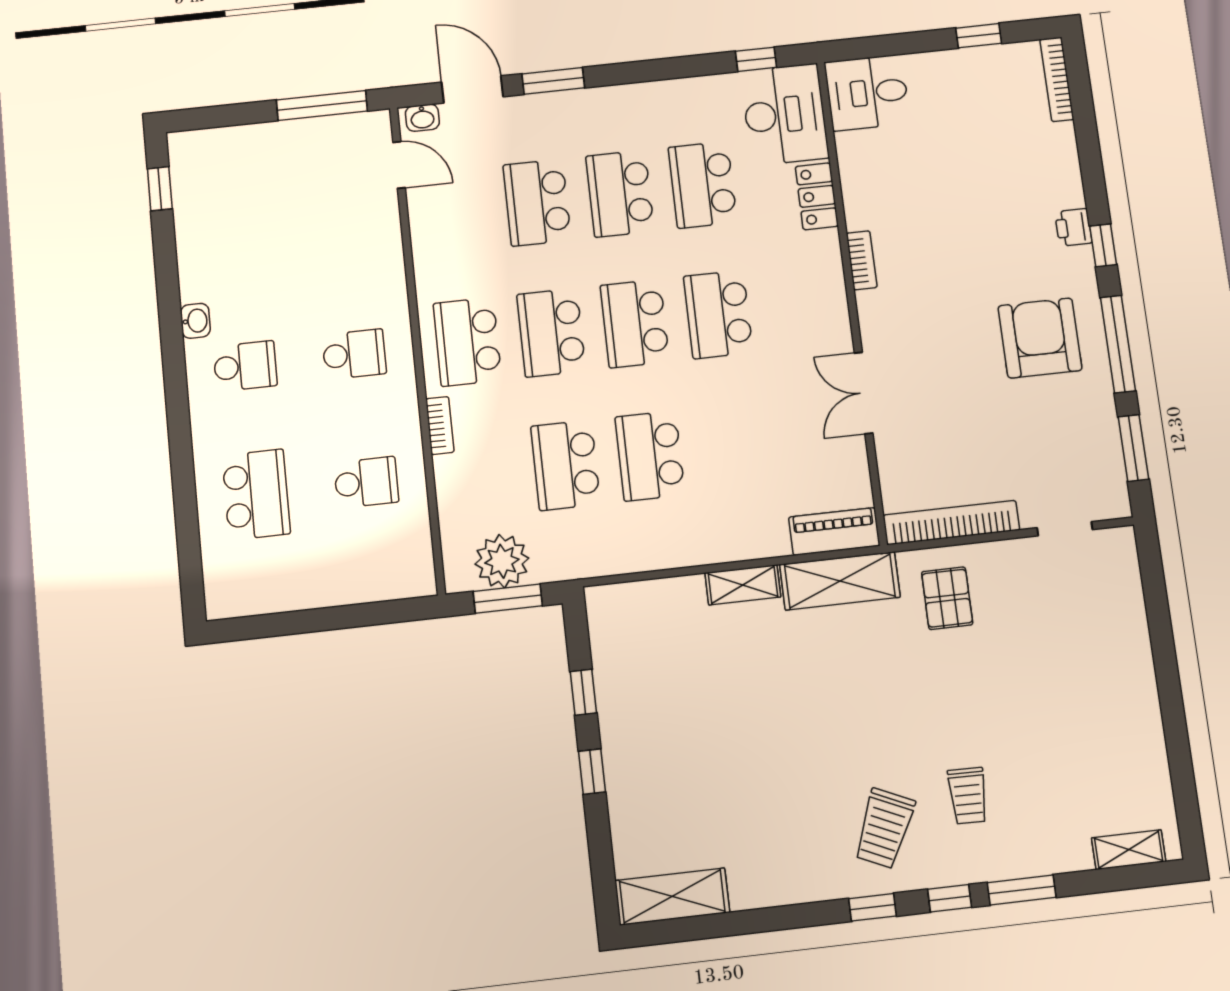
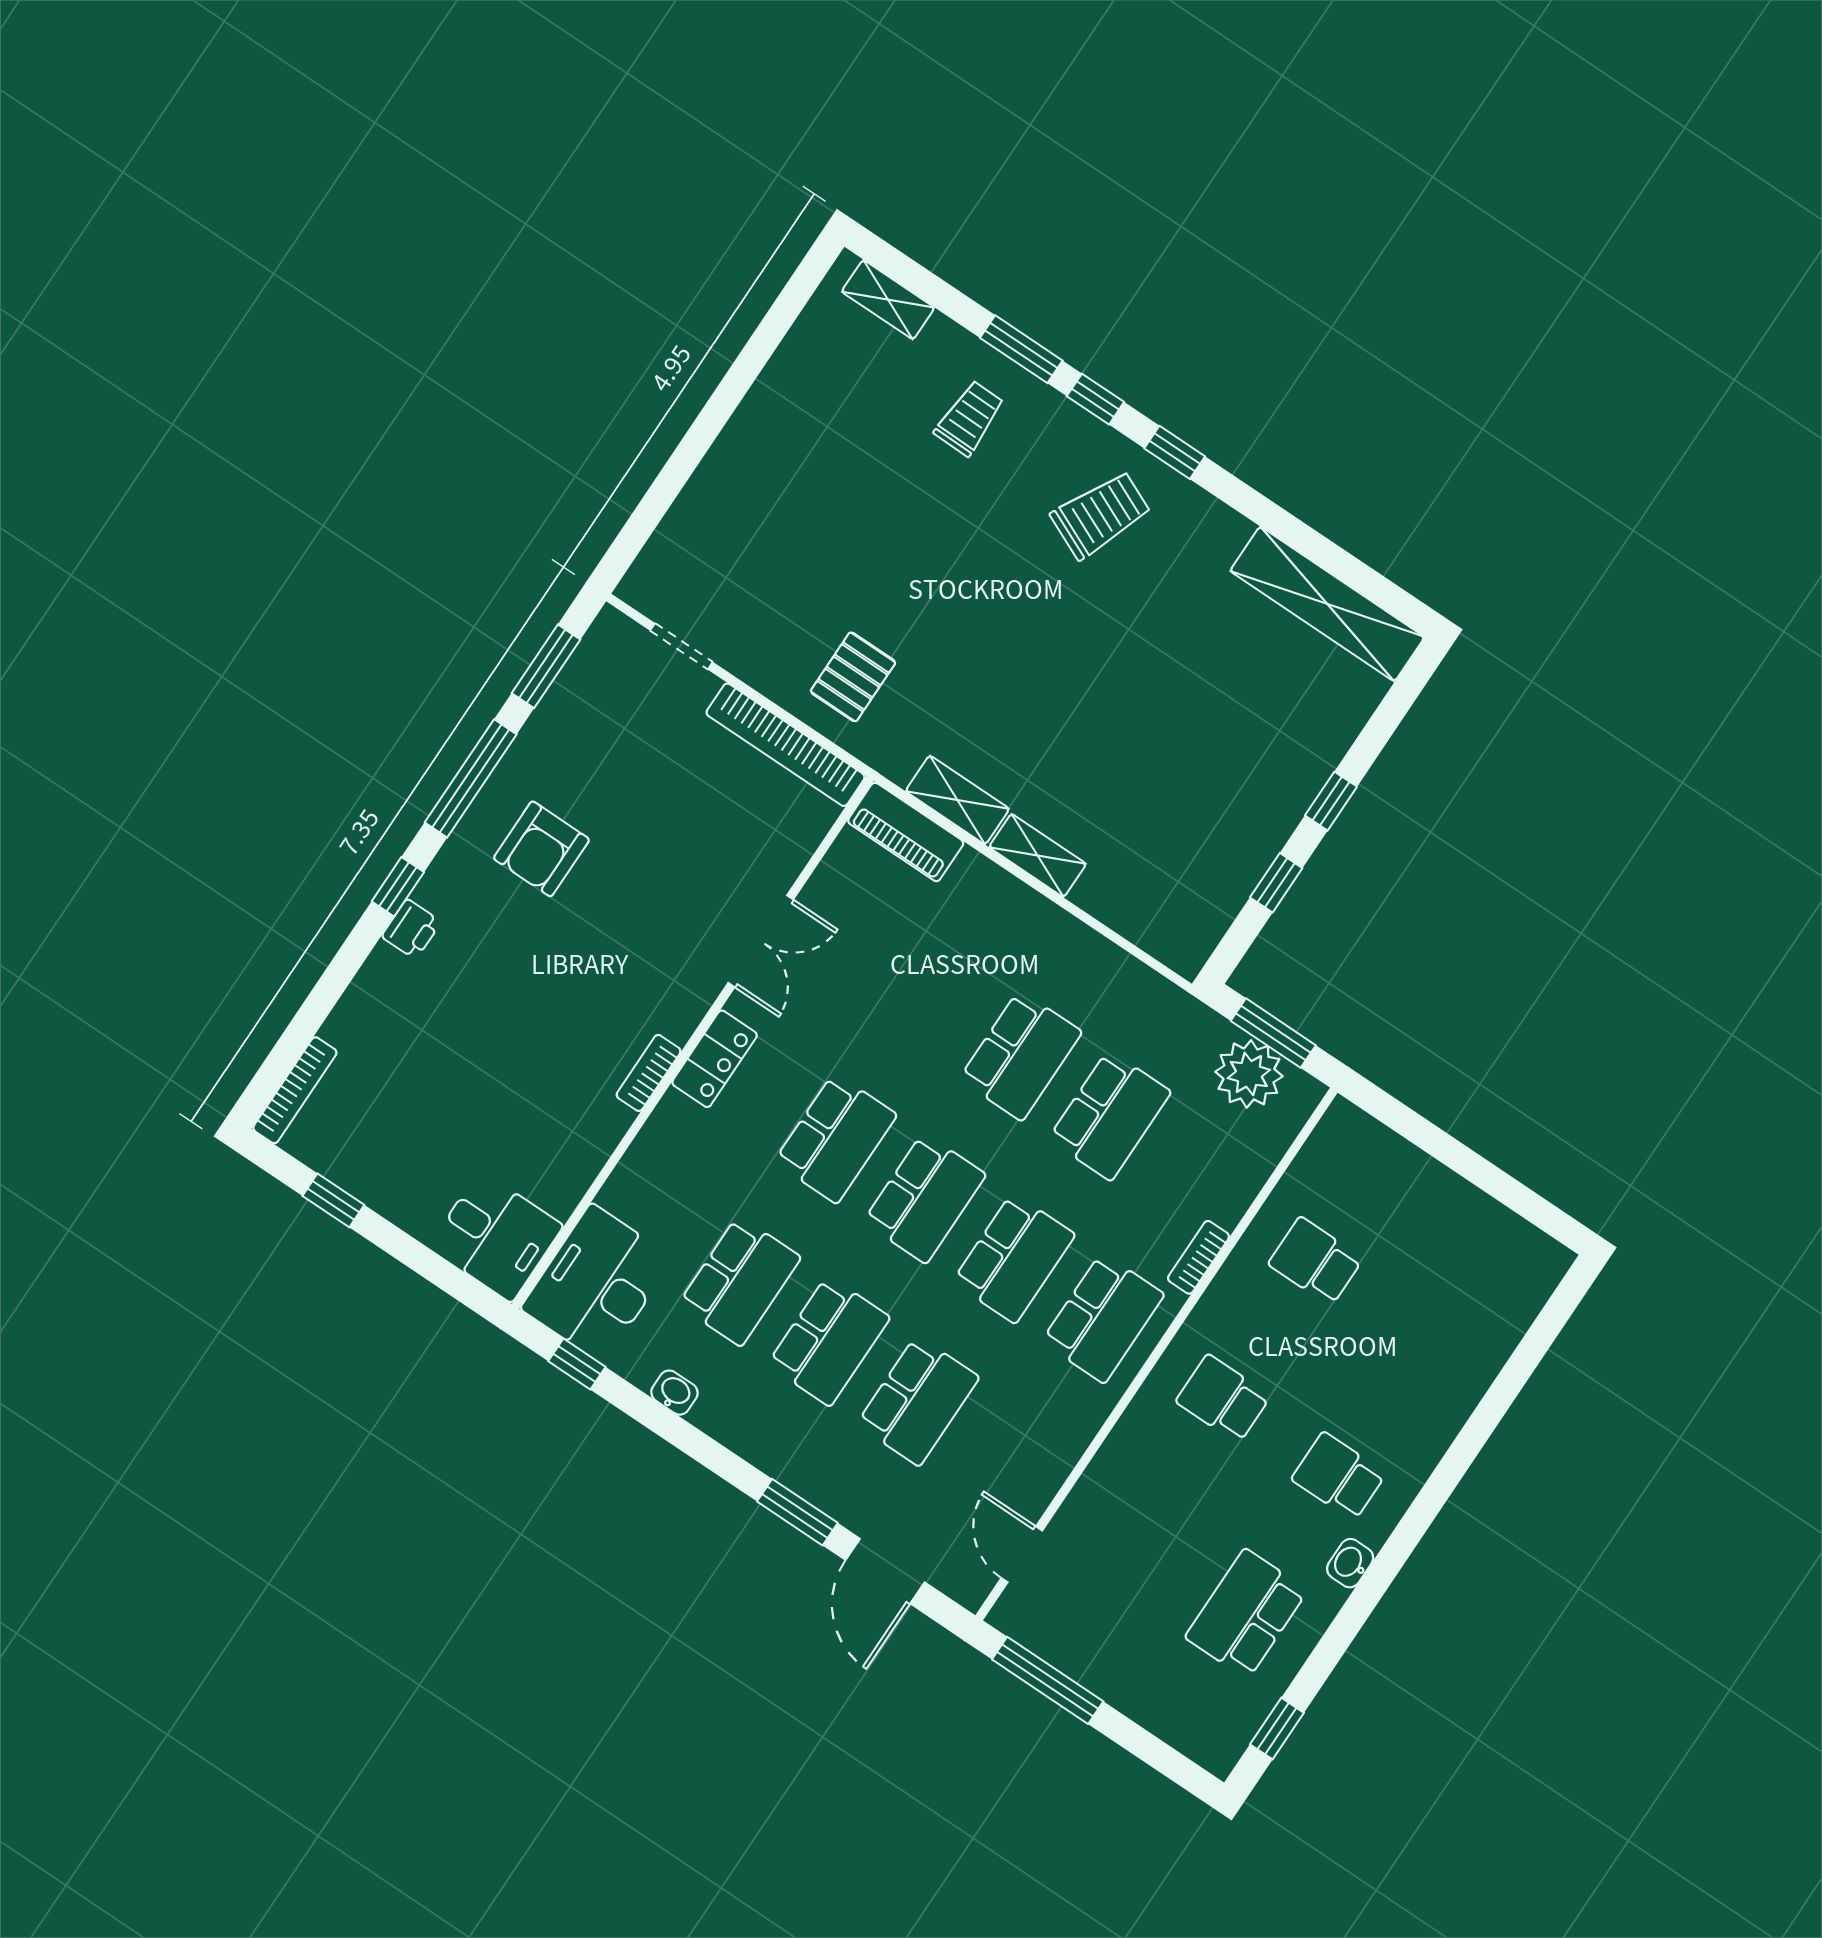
washbasin: (422, 118) -> (674, 1393), moved
locker: (817, 196) -> (715, 1059), moved
armchair: (1040, 338) -> (541, 849), width x0.73, depth x0.73
school desk: (256, 495) -> (1246, 1614), moved
shelving: (840, 581) -> (957, 800), width x0.67, depth x0.75
trolley: (968, 796) -> (969, 418), moved
shelving: (672, 896) -> (1327, 604), width x1.47

